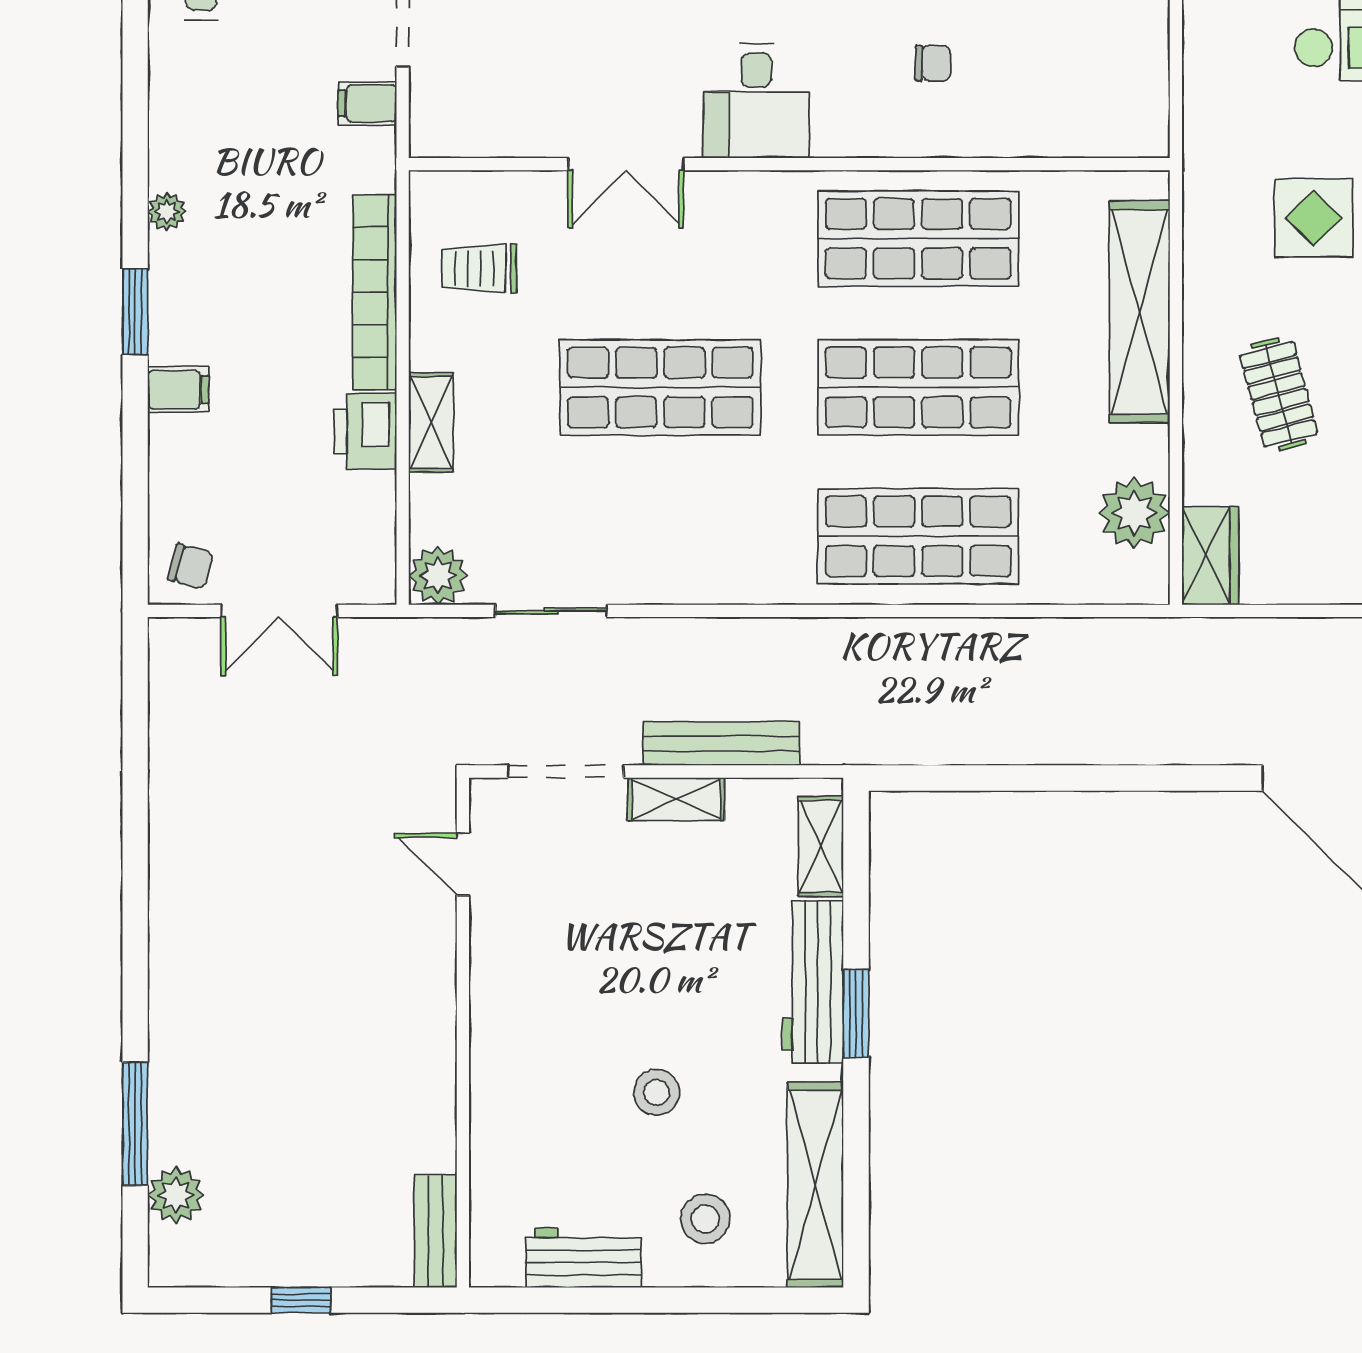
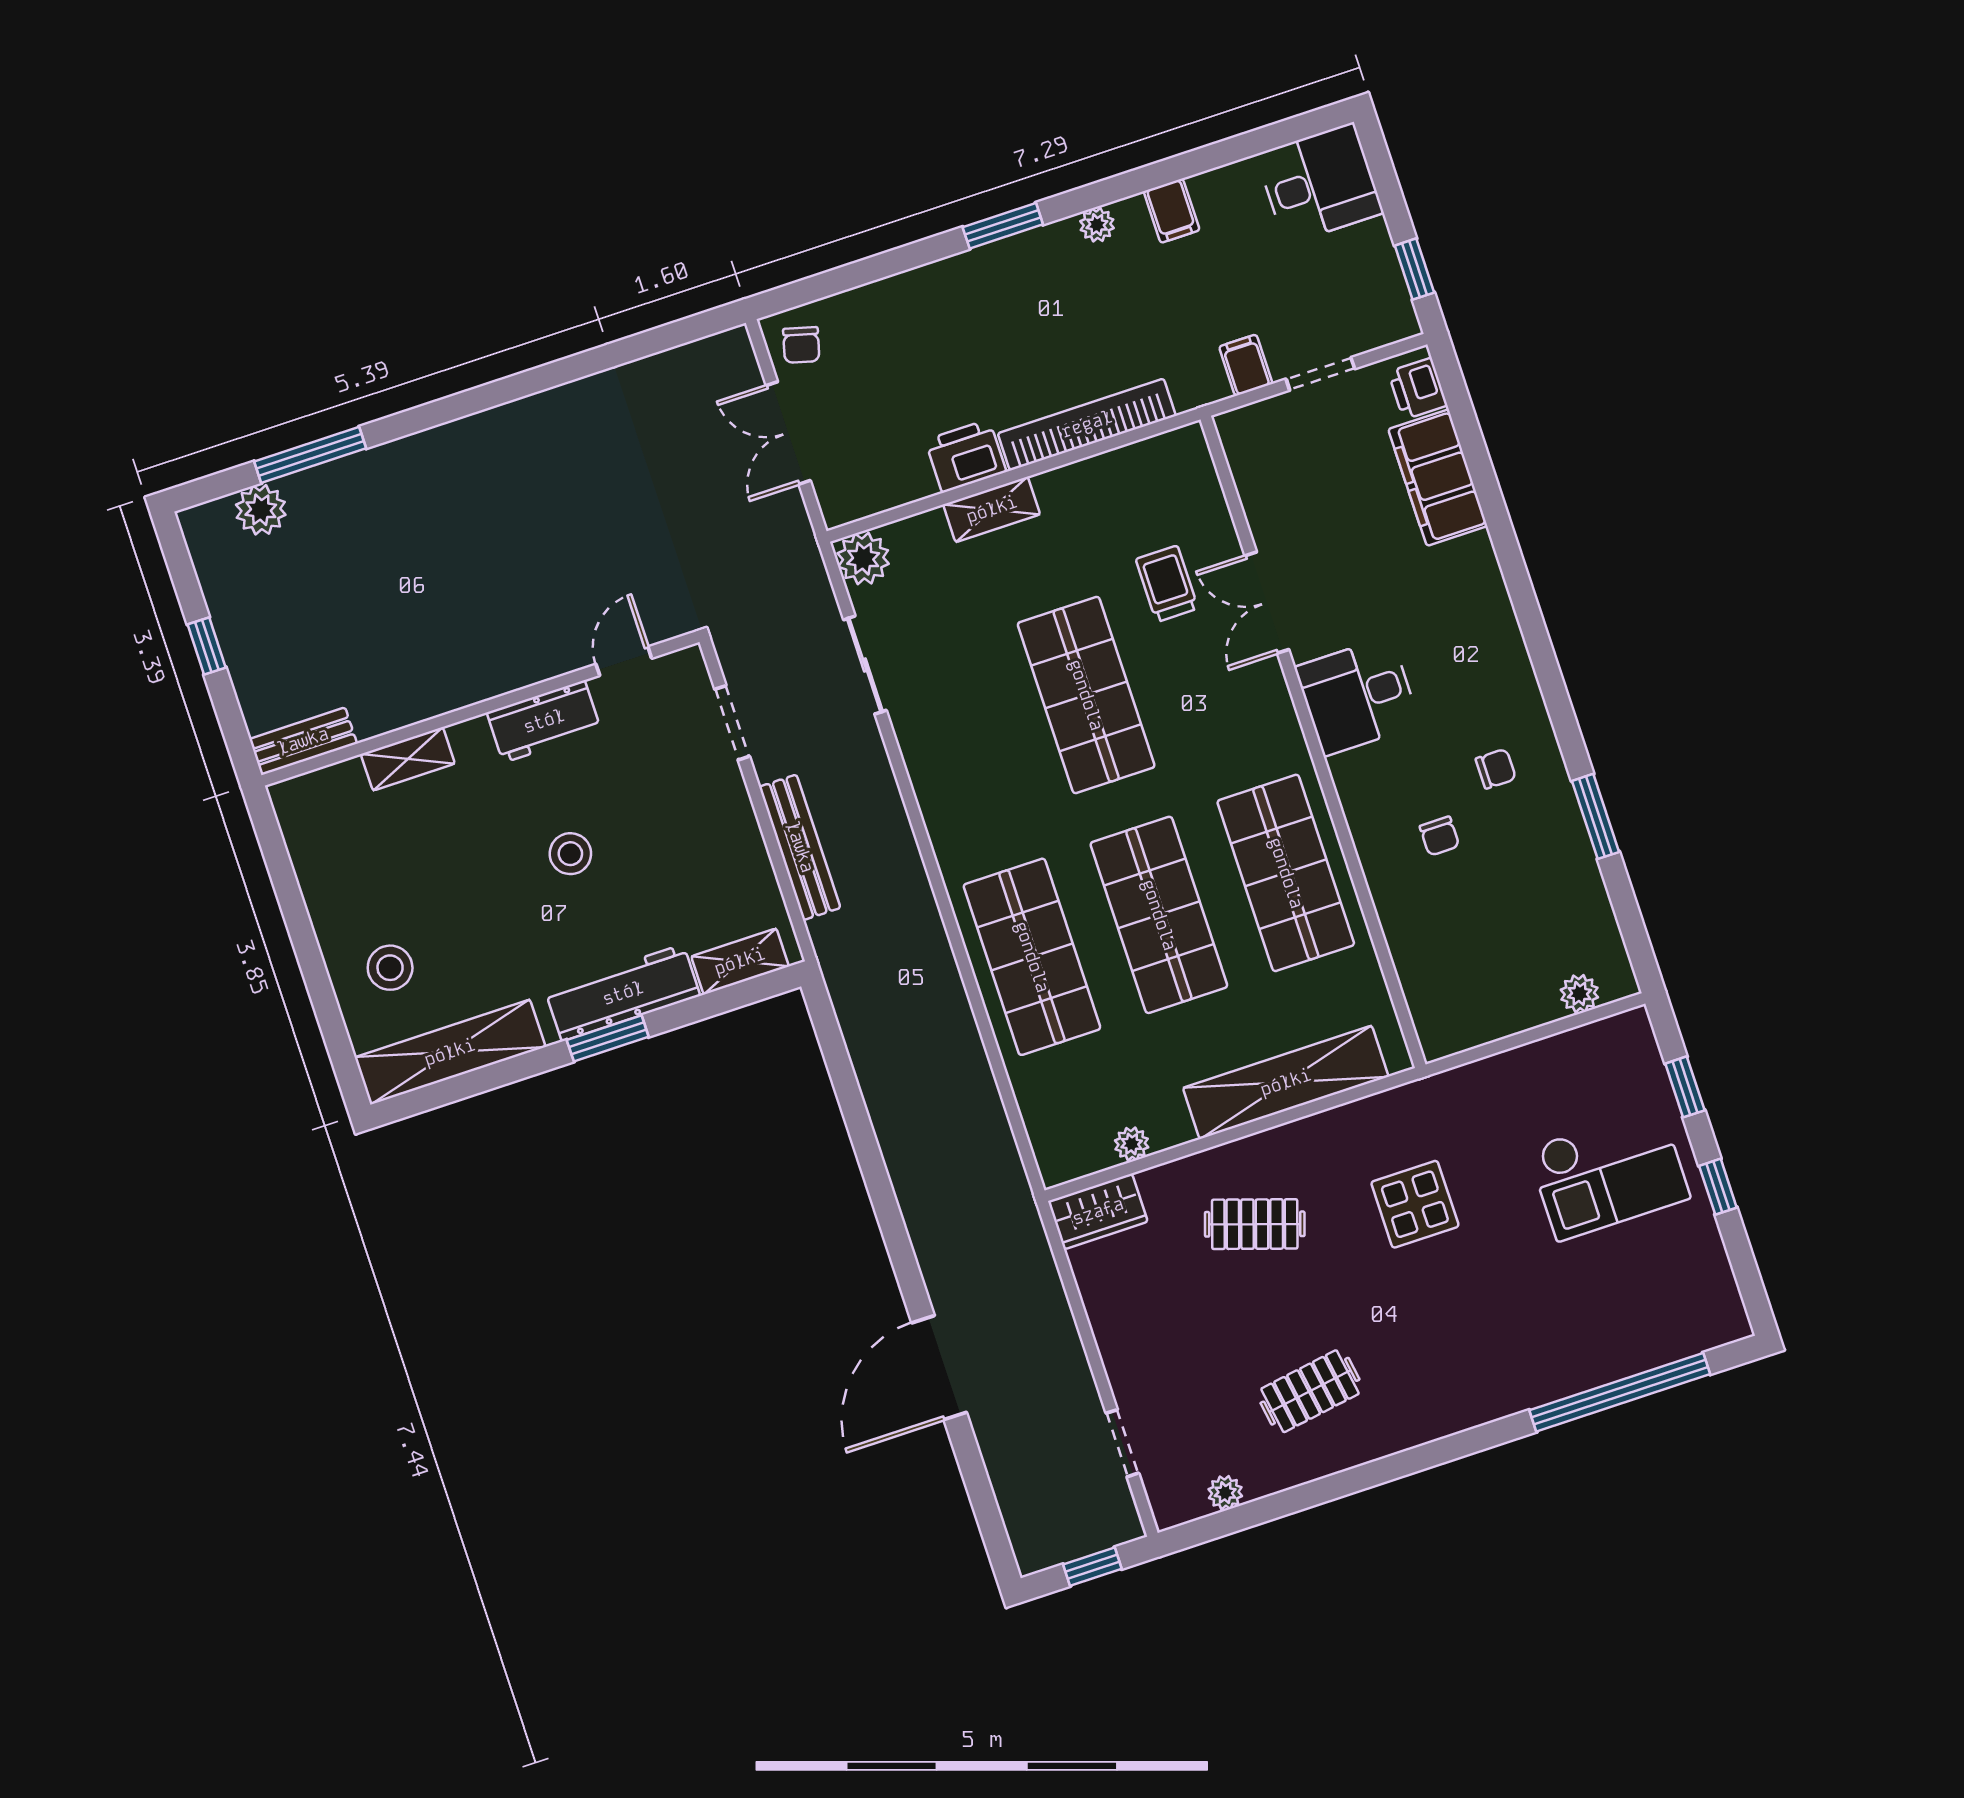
trolley: (479, 268) -> (1167, 584), moved
filing cabinet: (178, 390) -> (1172, 211), moved
clothes rail: (1279, 394) -> (1255, 1224), turned 33
plant: (1134, 513) -> (1132, 1144), width x0.53, depth x0.53
doorway: (566, 771) -> (732, 723), width x0.73
shelving: (676, 799) -> (408, 759), moved, turned 90
stool: (657, 1092) -> (570, 854), moved
workbench: (583, 1258) -> (544, 721), moved, turned 90

